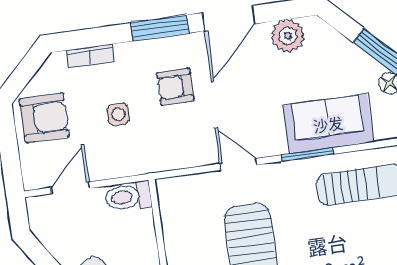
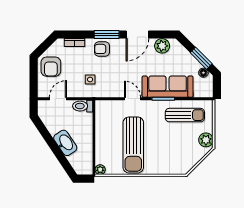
armchair: (175, 87) -> (102, 49), moved
side table: (118, 114) -> (90, 79), moved
armchair: (44, 118) -> (51, 67), turned 90
sofa: (328, 124) -> (168, 87), width x1.36

